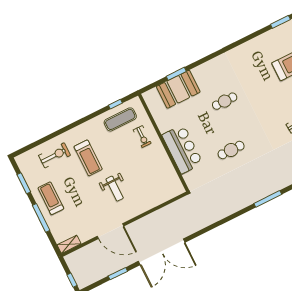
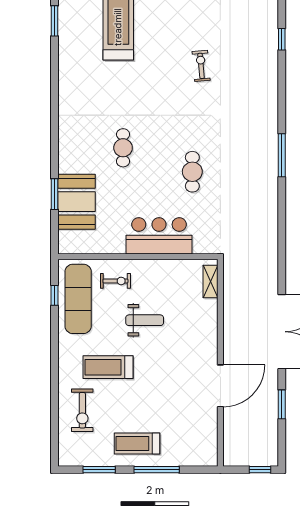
exercise mat: (120, 119) -> (78, 299), width x1.36, depth x1.45
exercise bike: (54, 155) -> (82, 410), turned 180
treadmill: (88, 158) -> (108, 367), turned 180
weight bench: (115, 189) -> (145, 320), moved
shelving: (69, 244) -> (210, 281), moved

